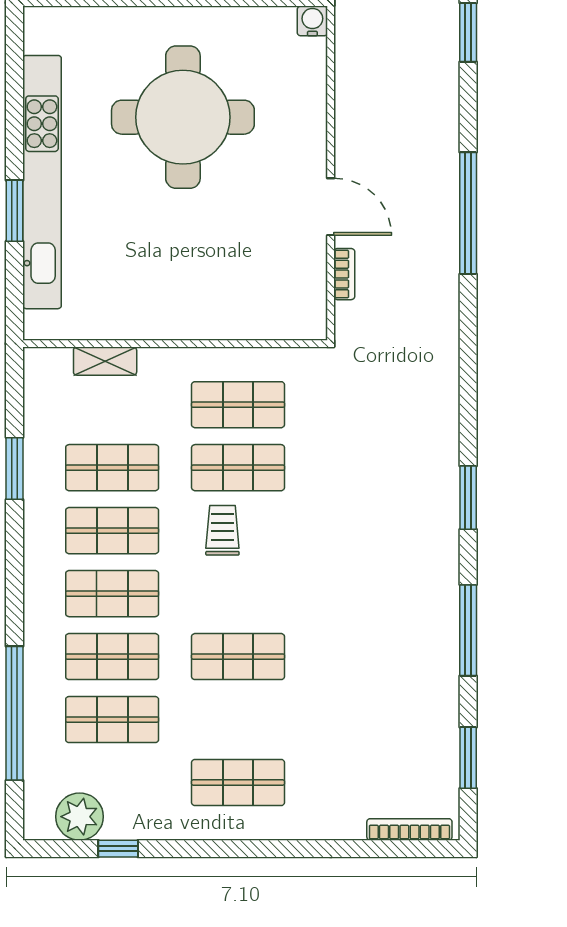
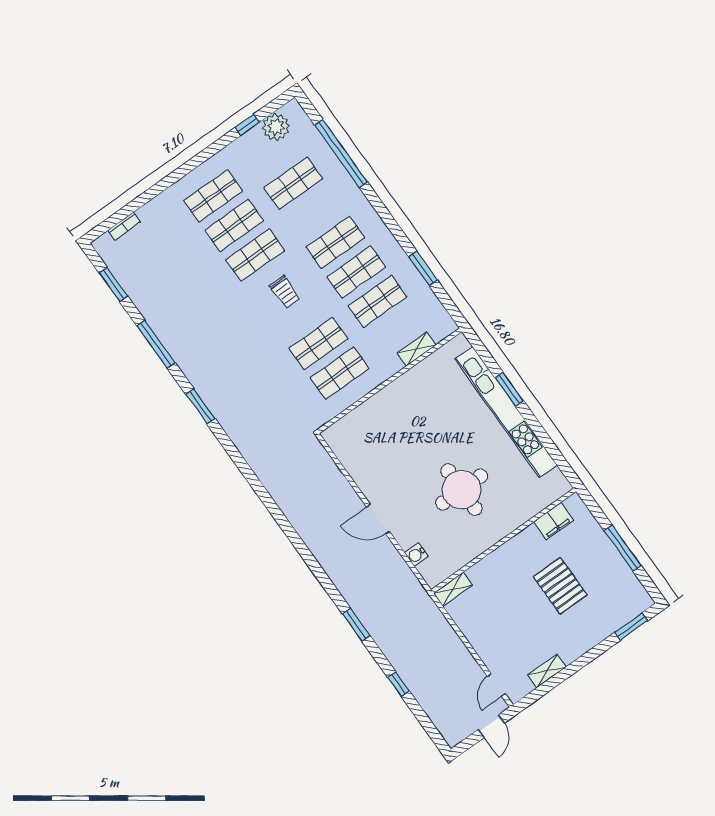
water cooler: (312, 21) -> (416, 555), moved, turned 90
round table: (183, 117) -> (462, 490), width x0.73, depth x0.73
door: (331, 207) -> (378, 519), moved
window: (468, 213) -> (296, 540), removed
bookcase: (344, 274) -> (333, 470), removed
trolley: (222, 530) -> (285, 292), moved
shop shelf: (112, 657) -> (234, 225), moved
bookcase: (409, 829) -> (124, 226), width x0.64

